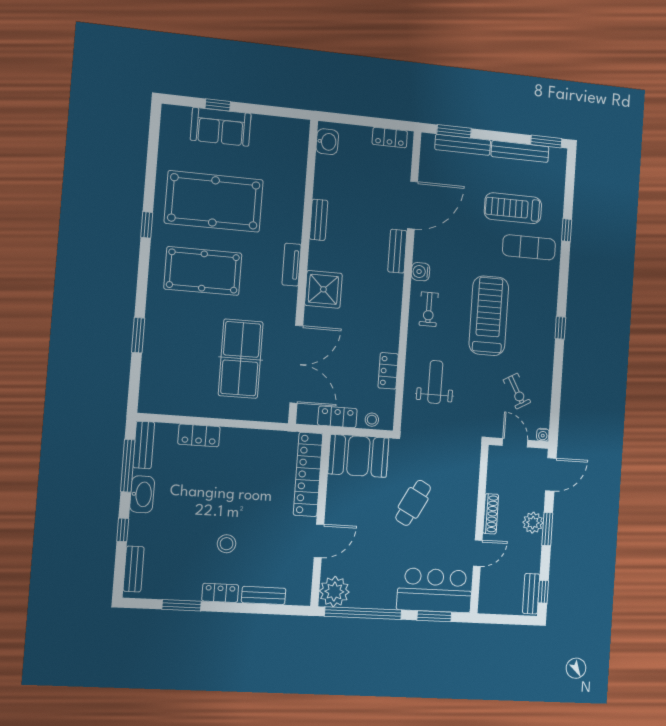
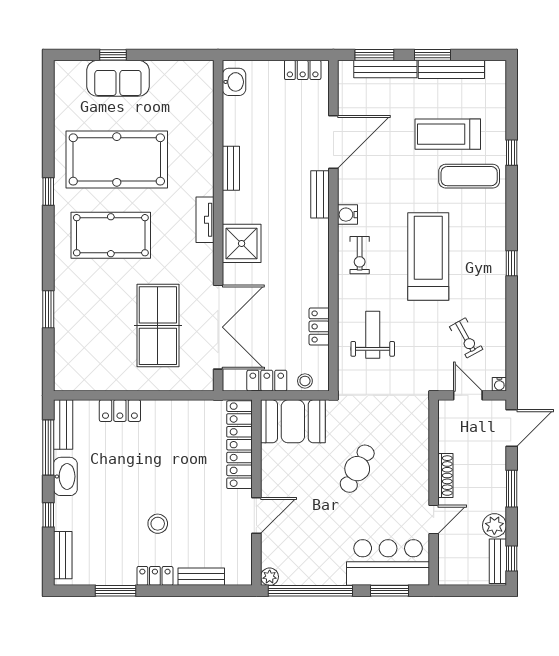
window: (546, 141) -> (432, 55), moved
plant: (533, 523) -> (494, 525), moved
plant: (334, 592) -> (270, 577), width x0.53, depth x0.53

